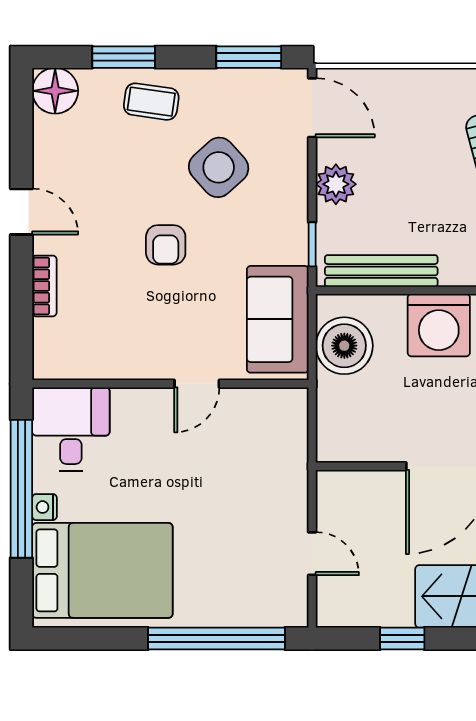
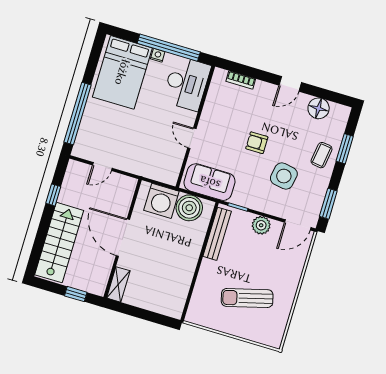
floor lamp: (55, 91) -> (319, 108), moved
side table: (219, 167) -> (284, 176), turned -38
bookcase: (44, 286) -> (241, 80), moved
washing machine: (439, 325) -> (161, 201), moved, turned -90
desk: (71, 429) -> (187, 83), width x1.37

